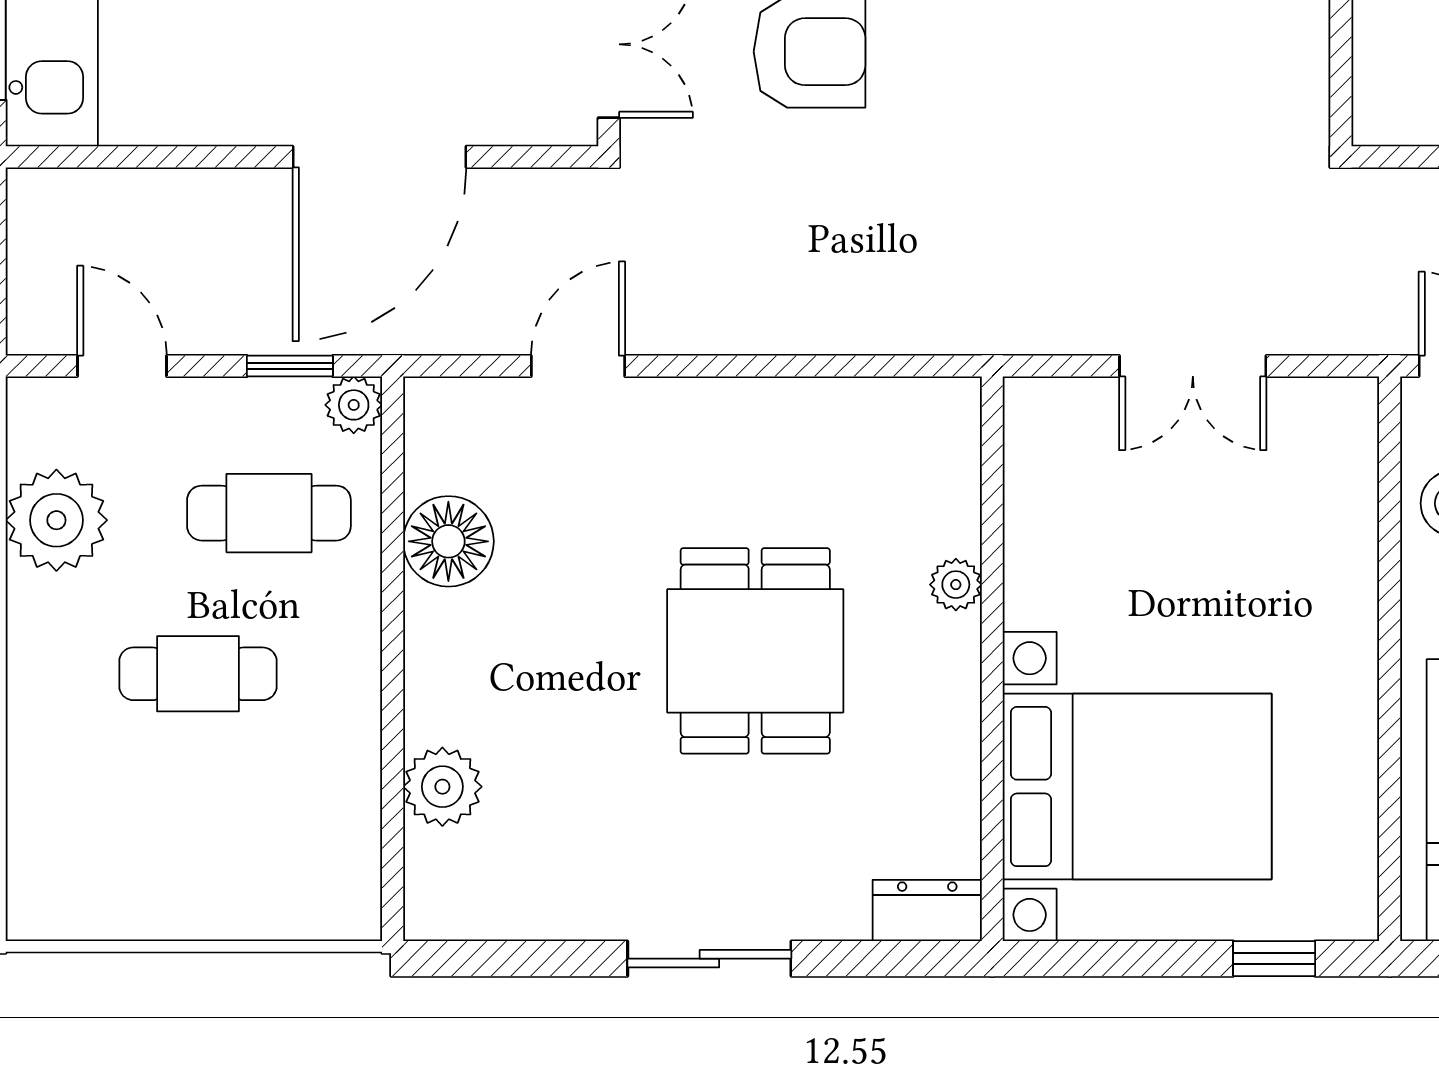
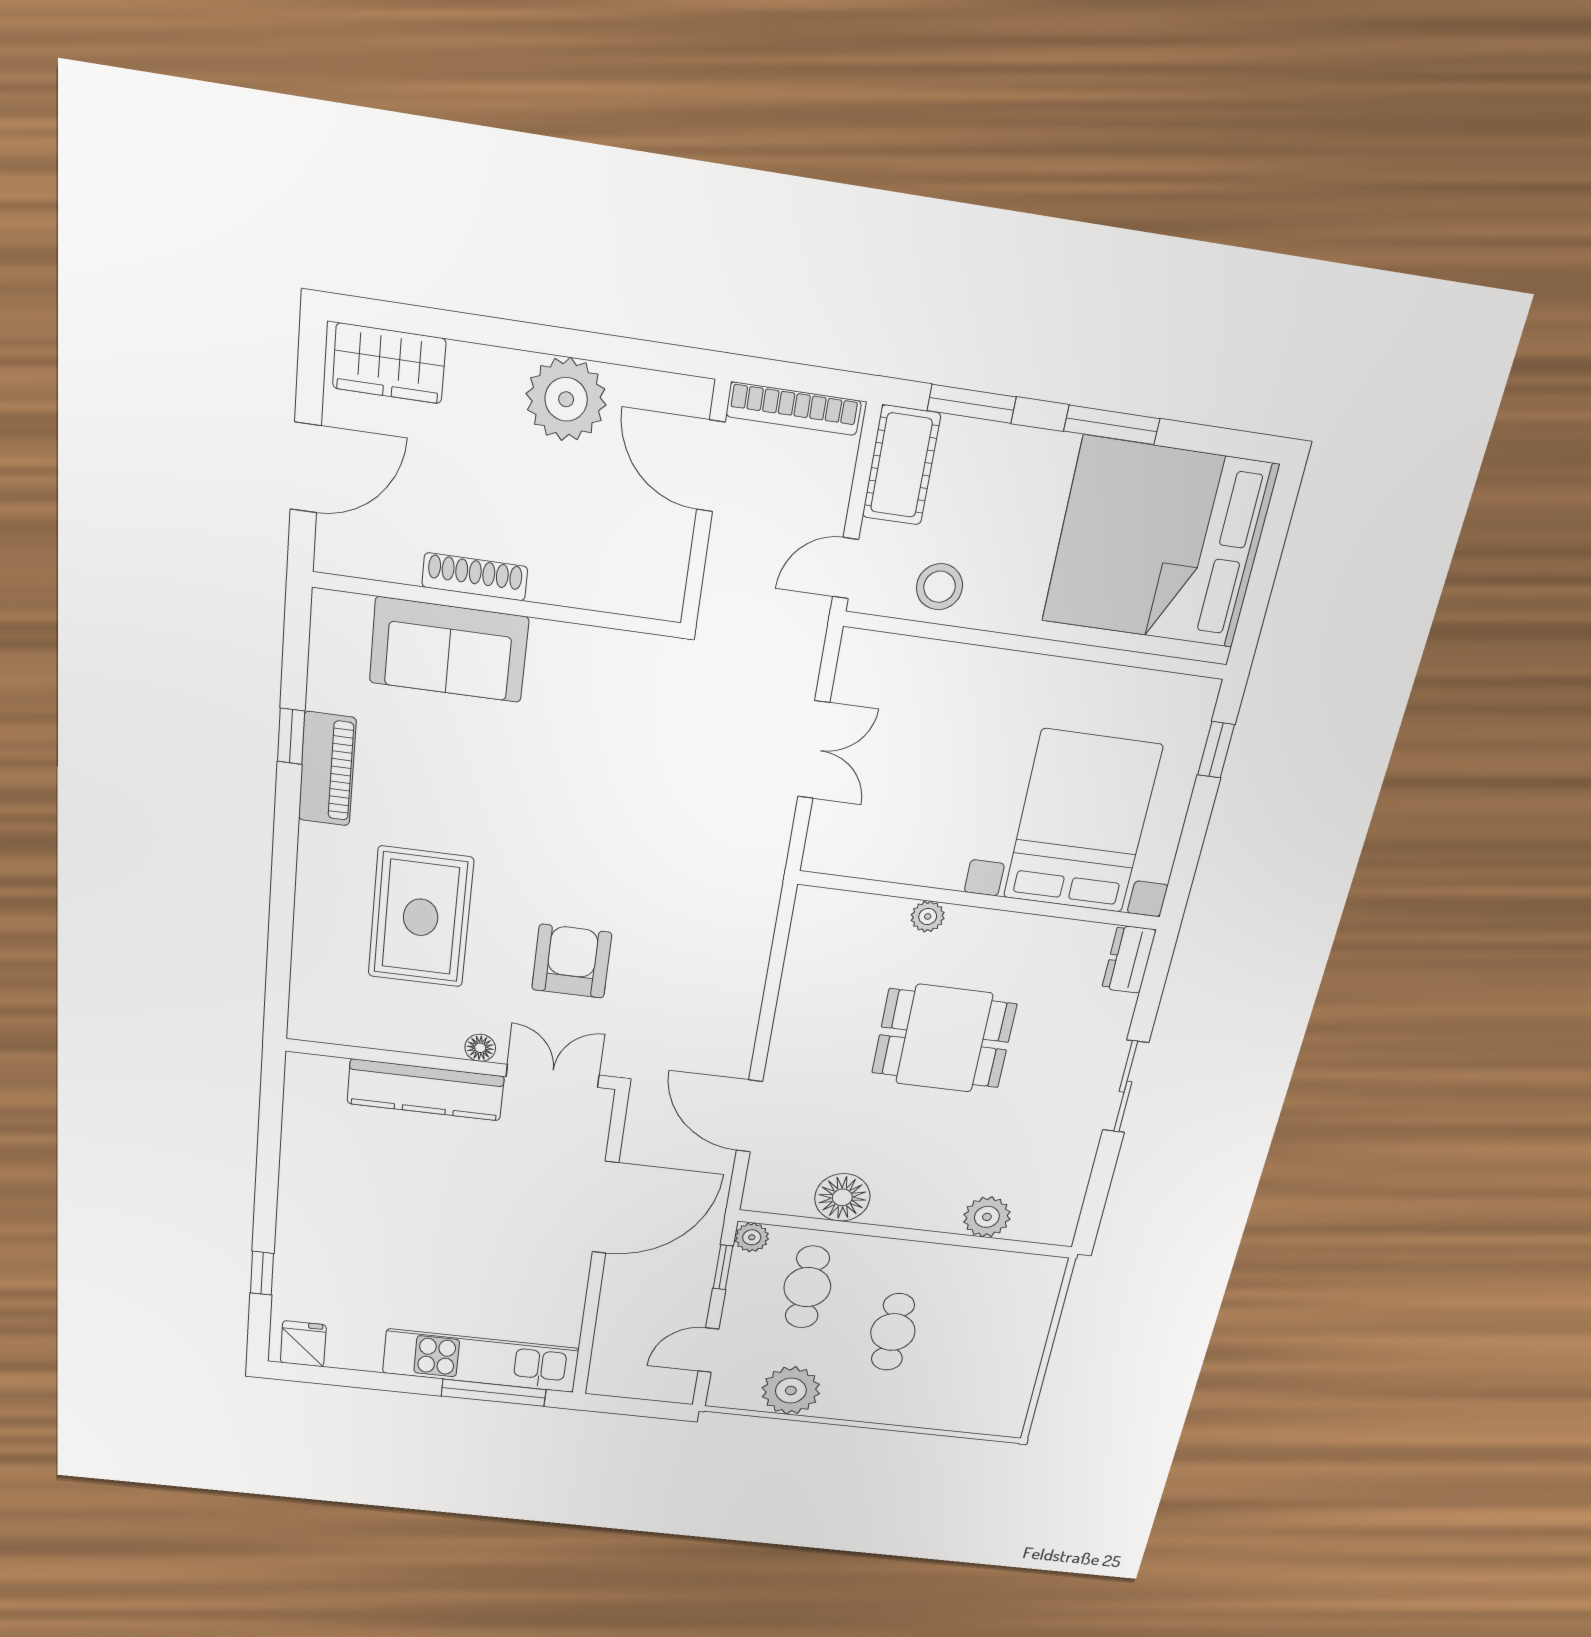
door: (379, 157) -> (605, 1208), hinge flipped
door: (578, 366) -> (749, 1116), width x1.38

